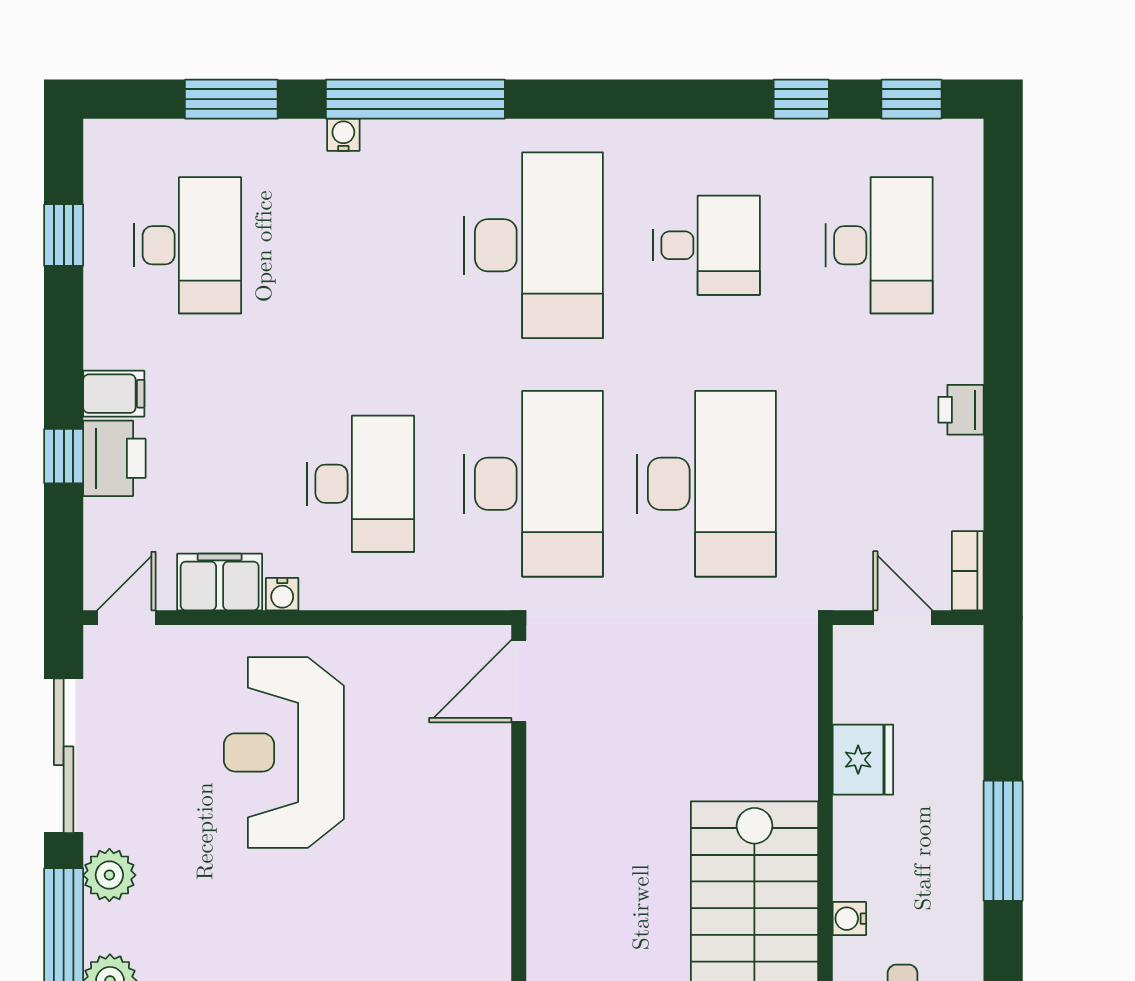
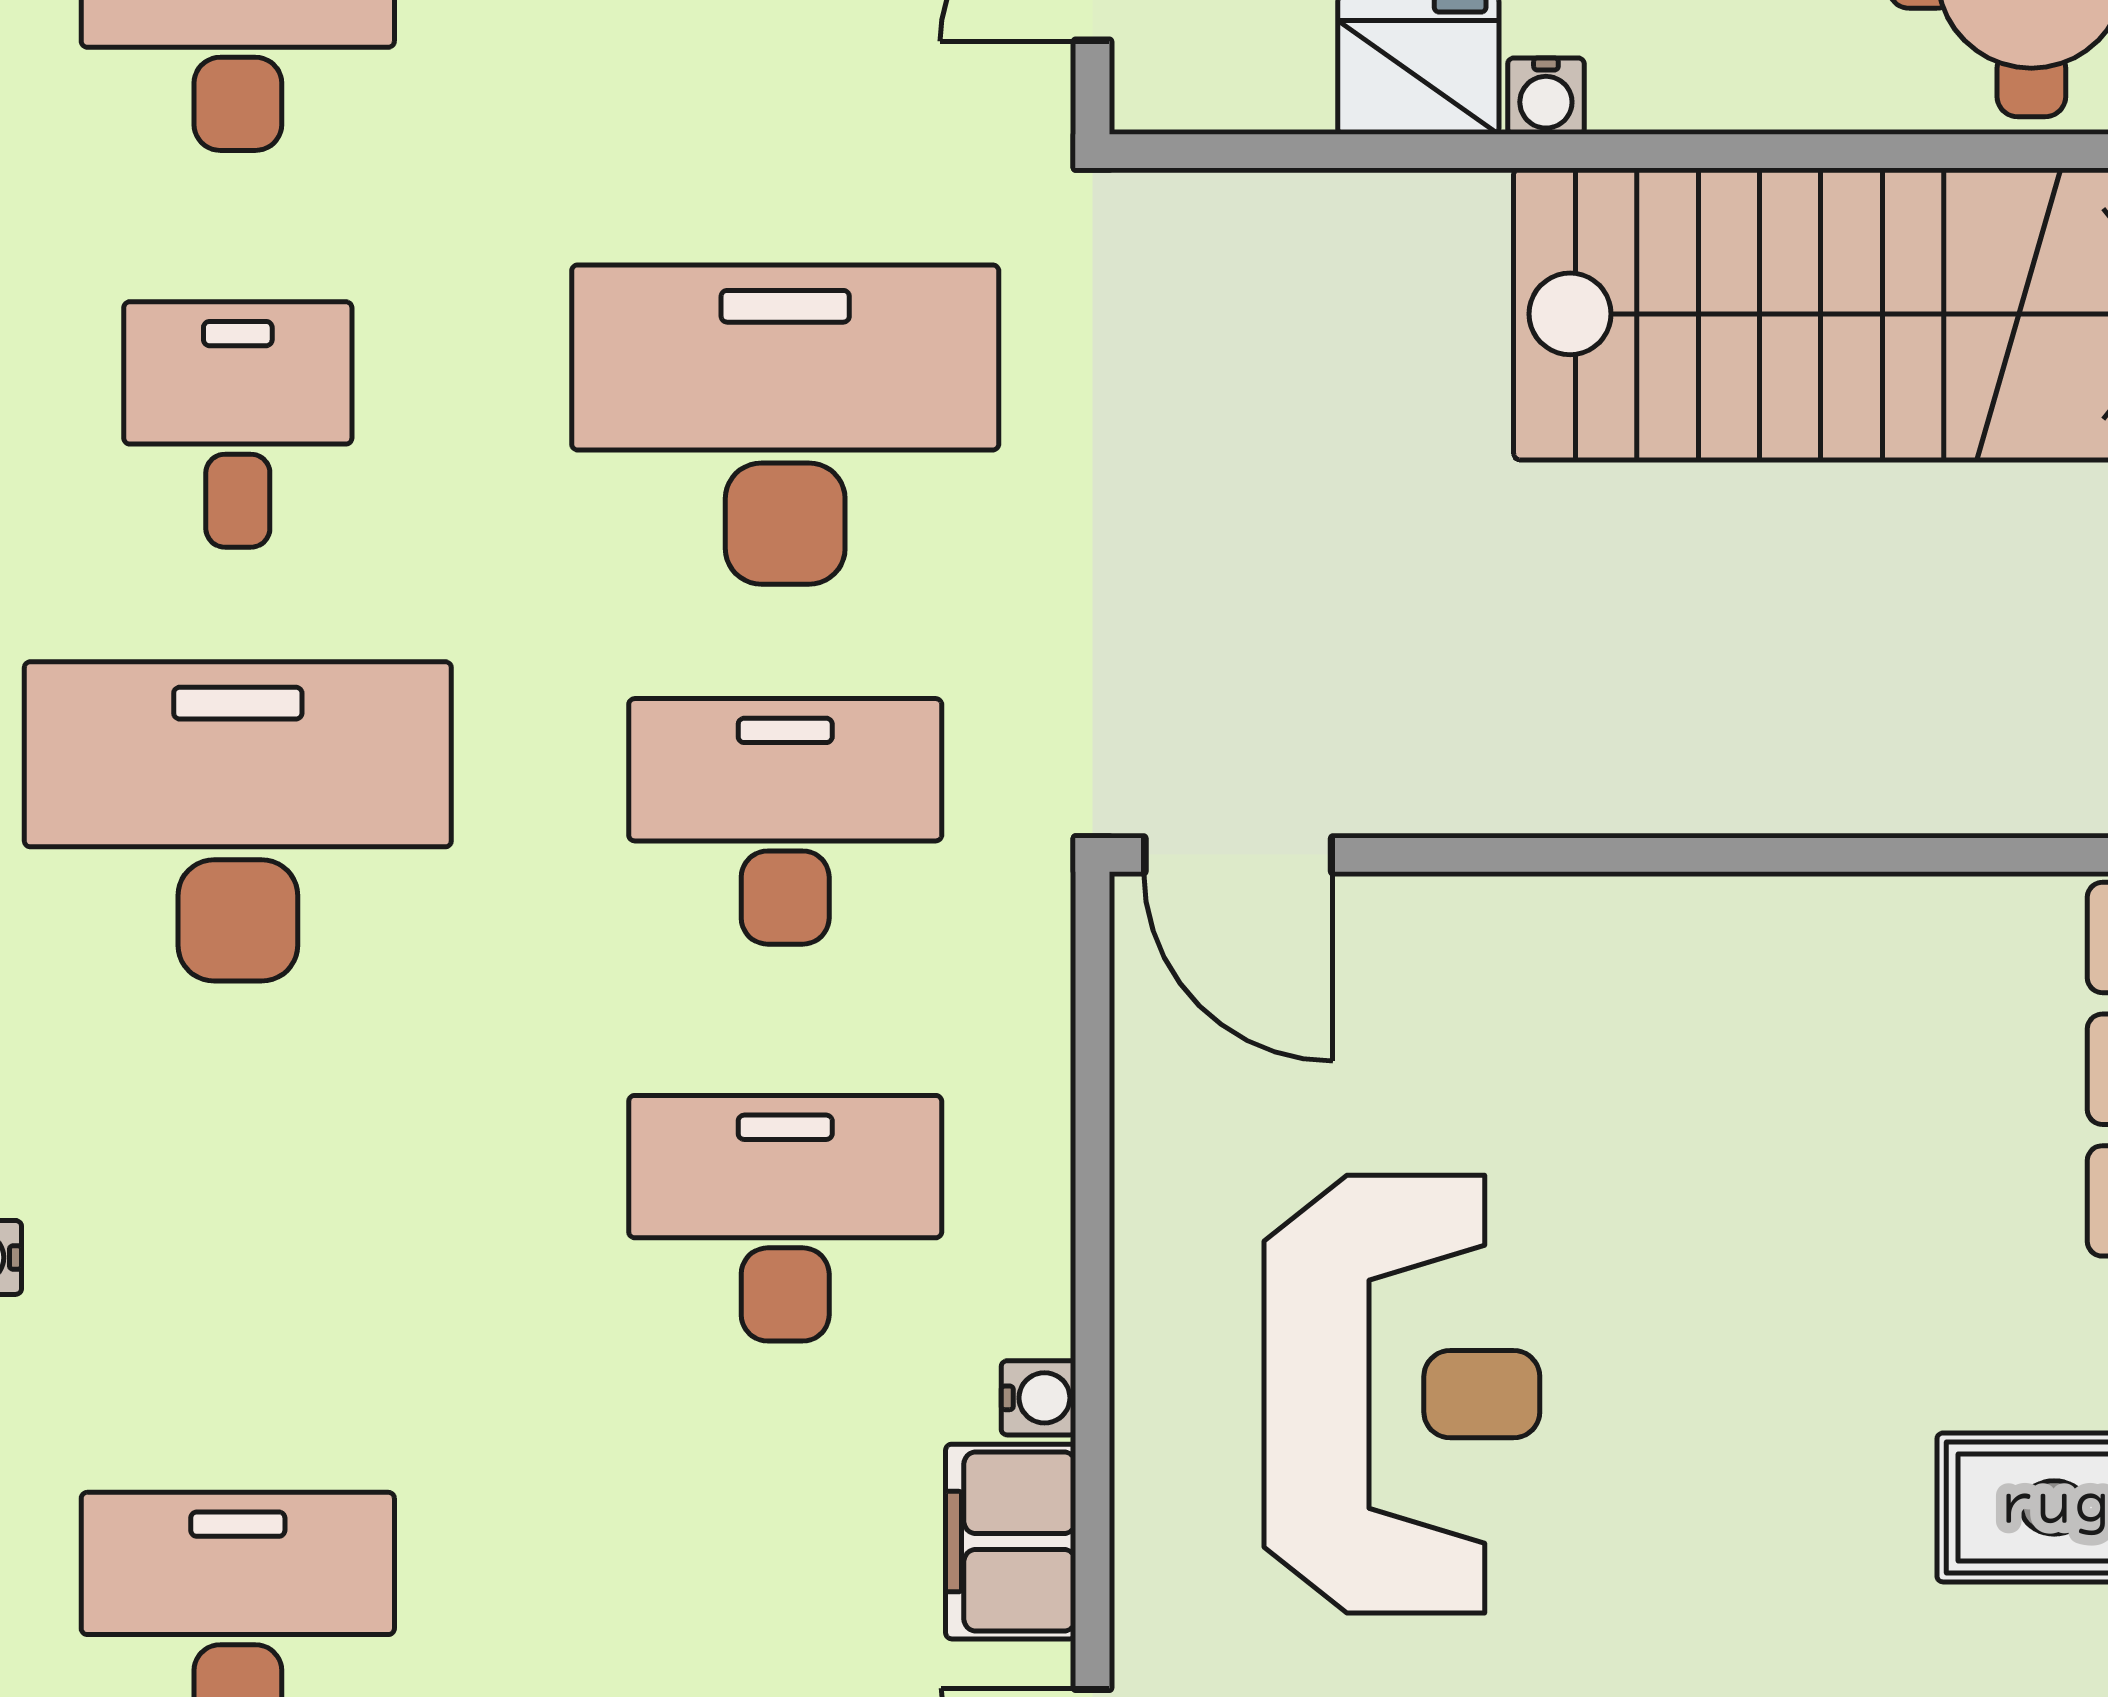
desk: (533, 484) -> (785, 821), width x0.73, depth x0.77
reception desk: (284, 752) -> (1402, 1394), turned -90
water cooler: (849, 919) -> (1546, 96), moved

